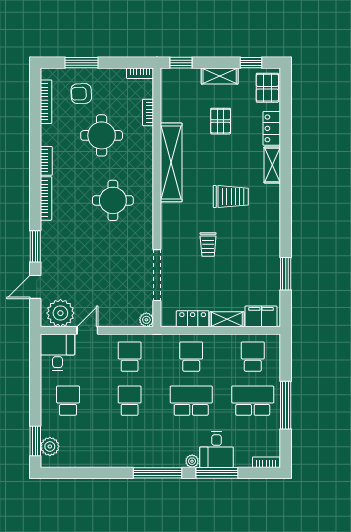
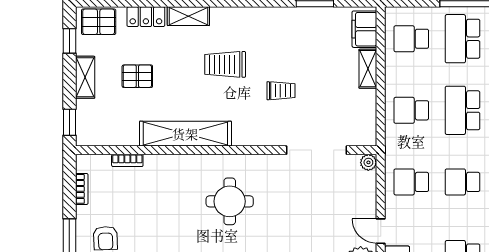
bookcase: (140, 73) -> (82, 189), moved
round table: (102, 135) -> (154, 215), removed
trolley: (231, 197) -> (225, 64), turned -90
locker: (193, 319) -> (367, 109), removed

